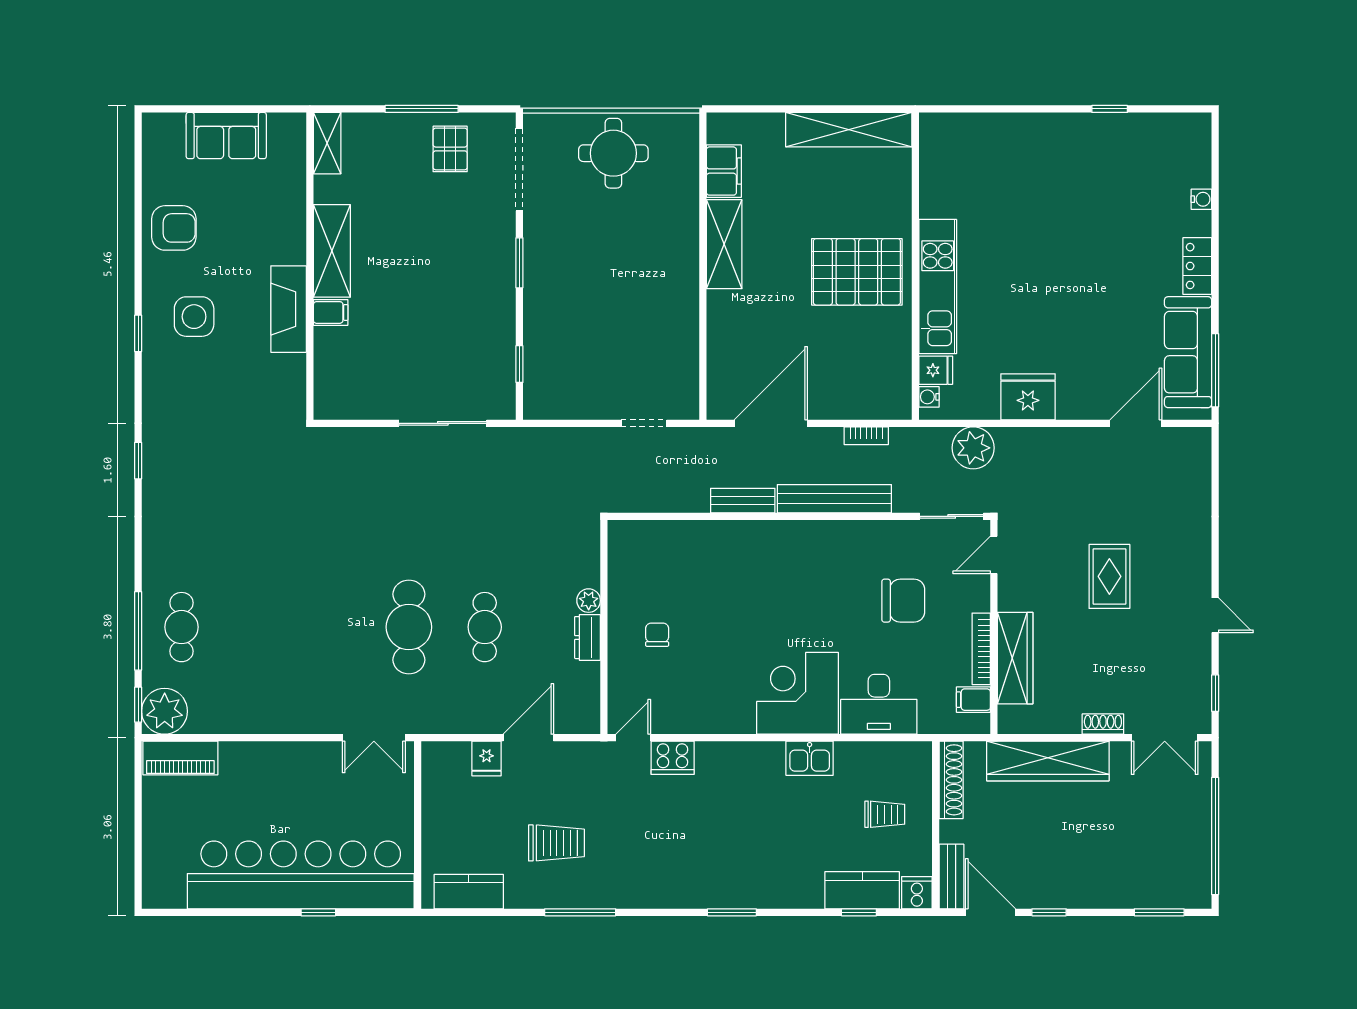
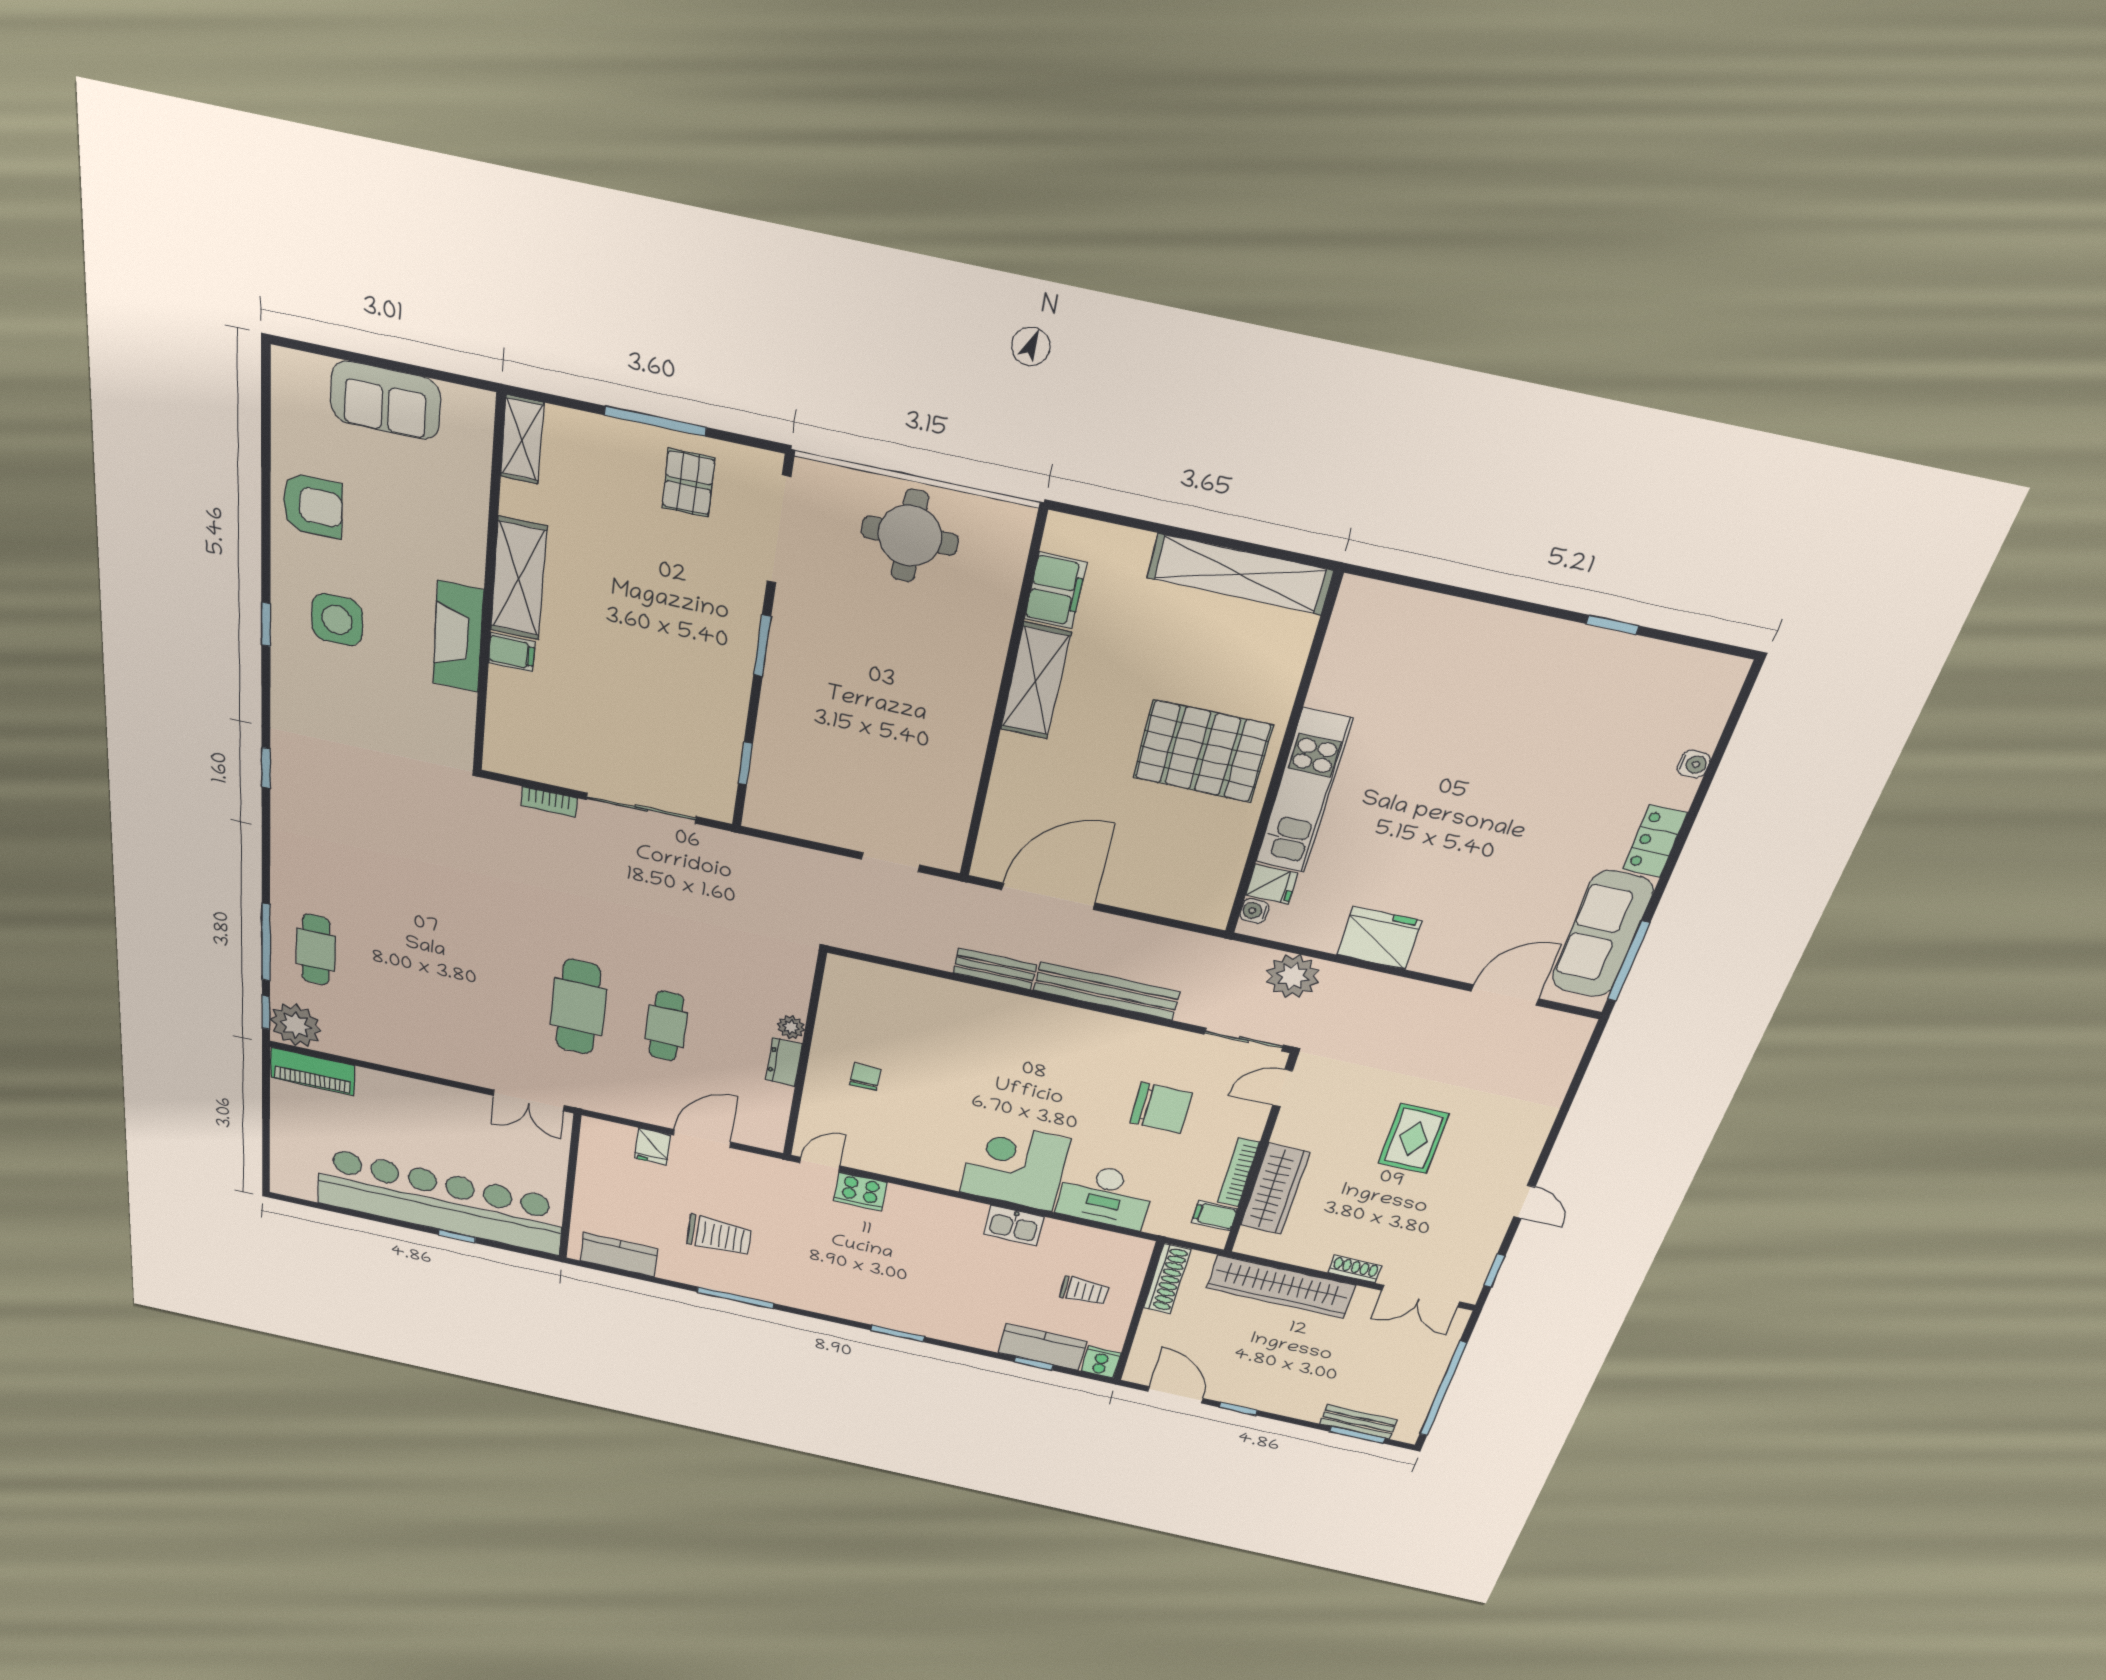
bookcase: (866, 436) -> (549, 802), moved
bench: (951, 876) -> (1359, 1422), moved, turned 90

